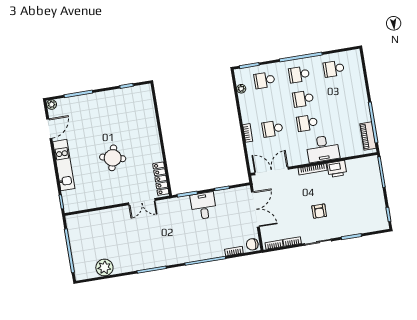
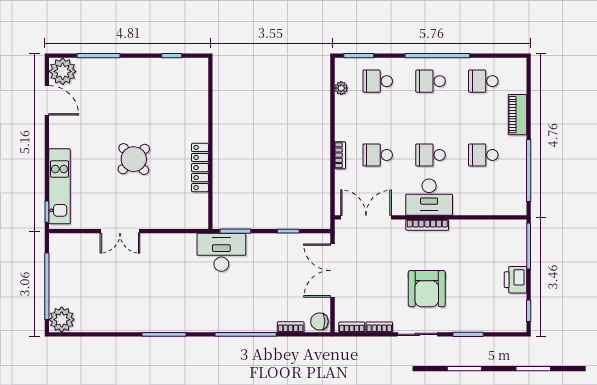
school desk: (303, 99) -> (483, 155), moved
plant: (52, 105) -> (63, 71), width x1.87, depth x1.87
door: (49, 129) -> (47, 100), hinge flipped
piano: (368, 136) -> (517, 115), moved
desk: (323, 149) -> (429, 197), moved
round table: (113, 158) -> (134, 159), turned 33
kitchen unit: (64, 165) -> (60, 186), moved
printer: (337, 169) -> (515, 280), moved, turned 90
locker: (161, 179) -> (200, 168), moved
double door: (142, 202) -> (120, 231), moved
desk: (203, 206) -> (221, 252), moved, width x1.37
double door: (255, 209) -> (332, 271), swing flipped
armchair: (319, 211) -> (427, 289), width x1.88, depth x1.88
plant: (104, 267) -> (62, 320), moved

